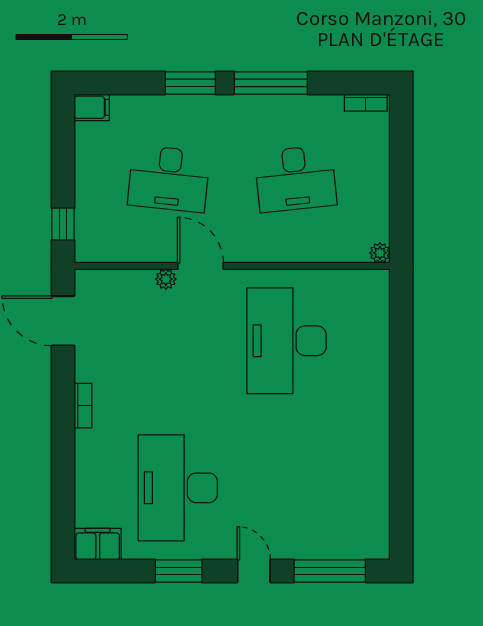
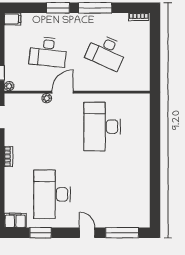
desk: (295, 179) -> (106, 52), turned 30
plant: (380, 253) -> (9, 86), moved
door: (200, 266) -> (63, 92), hinge flipped
window: (179, 571) -> (41, 233), moved

